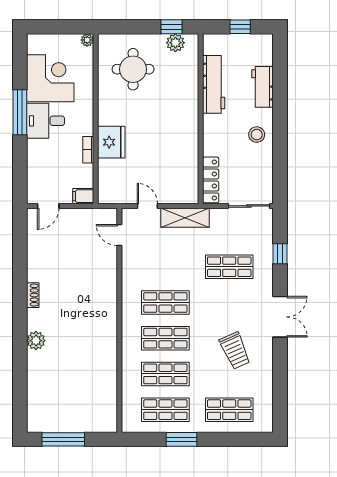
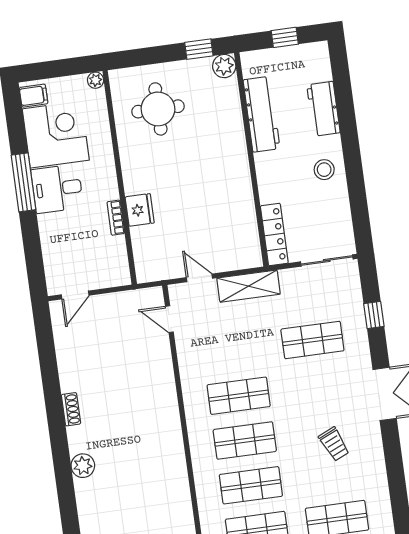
plant: (175, 43) -> (224, 66), moved
fridge: (111, 142) -> (140, 210), width x0.73, depth x0.75
filing cabinet: (83, 196) -> (34, 96), moved, turned 180
trolley: (235, 351) -> (334, 444), width x0.73, depth x0.72

